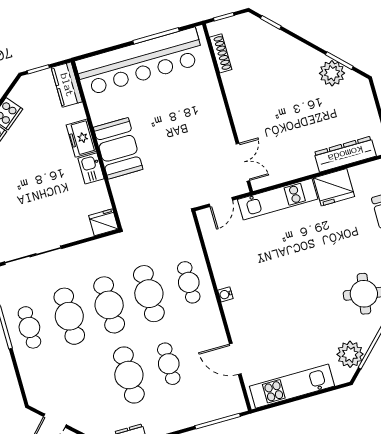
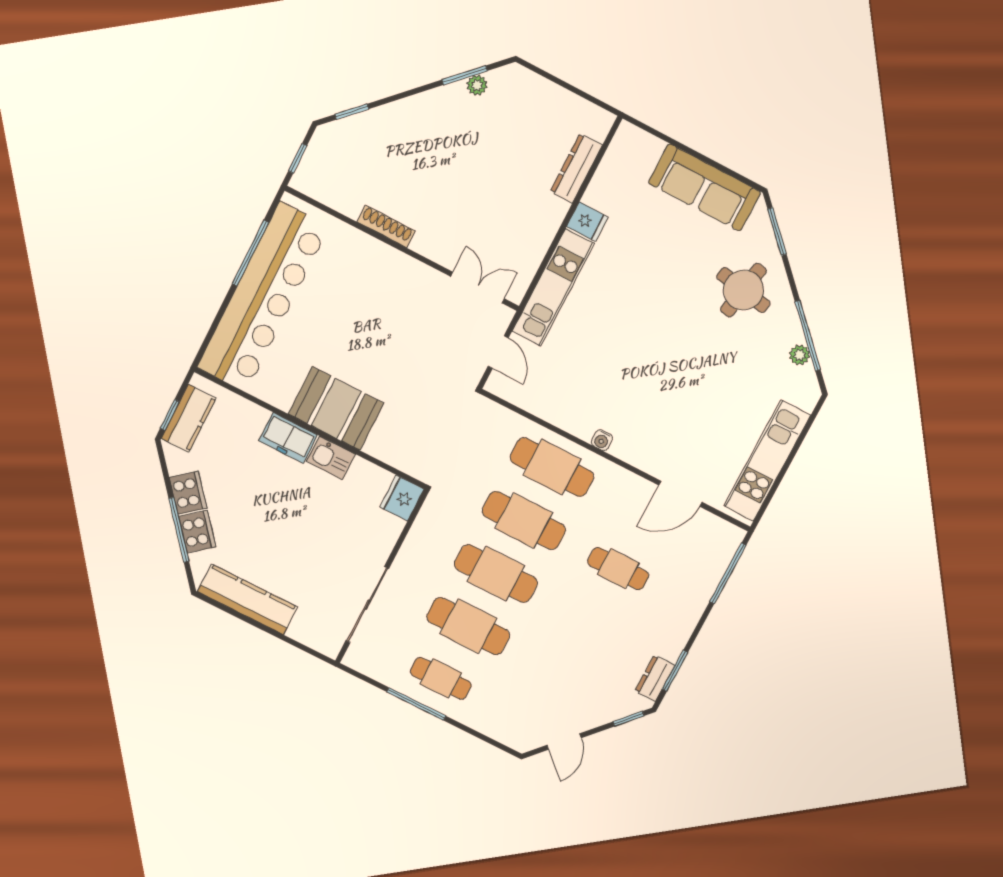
shoe rack: (221, 53) -> (386, 226), moved
plant: (332, 73) -> (477, 85), width x0.53, depth x0.53
kitchen counter: (67, 85) -> (188, 418), moved, turned -90
dresser: (345, 154) -> (576, 168), width x0.73, depth x0.80
fridge: (334, 187) -> (587, 222), width x0.53, depth x0.75
cafe table: (189, 282) -> (552, 467), width x1.37, depth x1.35
plant: (350, 354) -> (800, 355), width x0.53, depth x0.53
cafe table: (129, 375) -> (590, 621), removed

